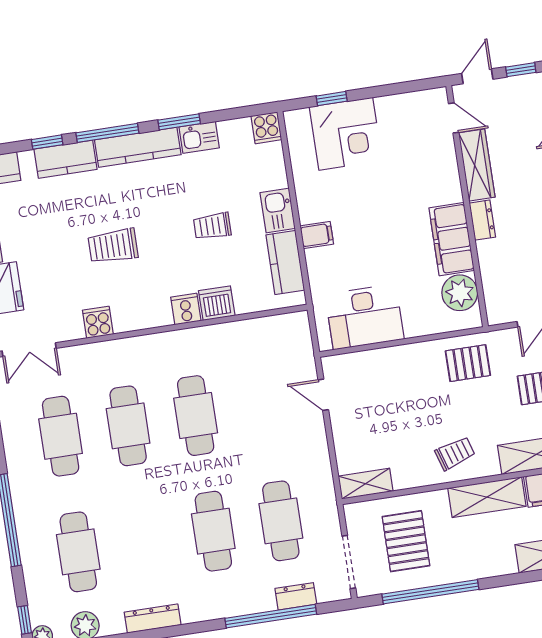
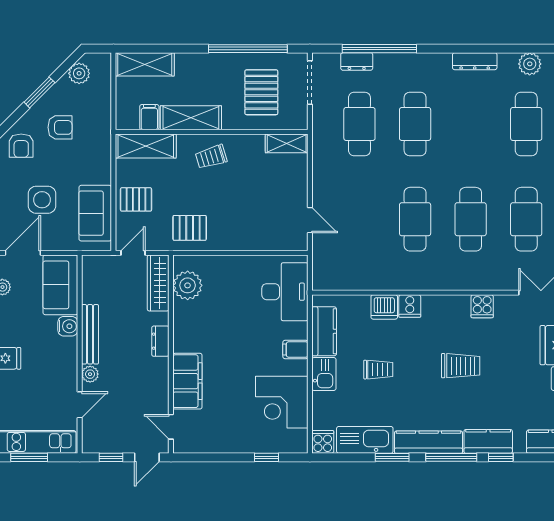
corner desk: (346, 134) -> (282, 402), moved, turned -90
kitchen sink: (199, 137) -> (365, 440), width x1.88, depth x1.24
wardrobe: (477, 165) -> (158, 283), moved
filing cabinet: (452, 239) -> (187, 381), moved
desk: (365, 317) -> (285, 292), moved, turned 90

